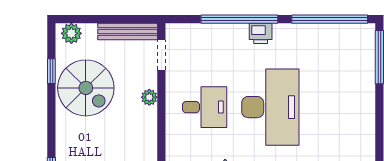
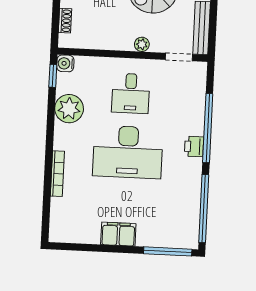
filing cabinet: (363, 113) -> (118, 234), added

